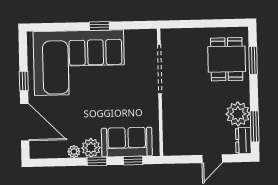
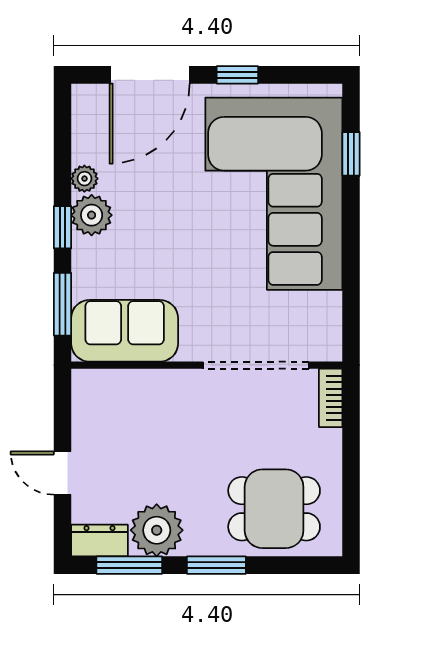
window: (99, 26) -> (351, 154), moved
bookcase: (174, 34) -> (331, 398), added
window: (253, 60) -> (216, 565), moved
sofa: (127, 142) -> (125, 331), moved, turned -90
window: (133, 161) -> (62, 304), width x1.50

